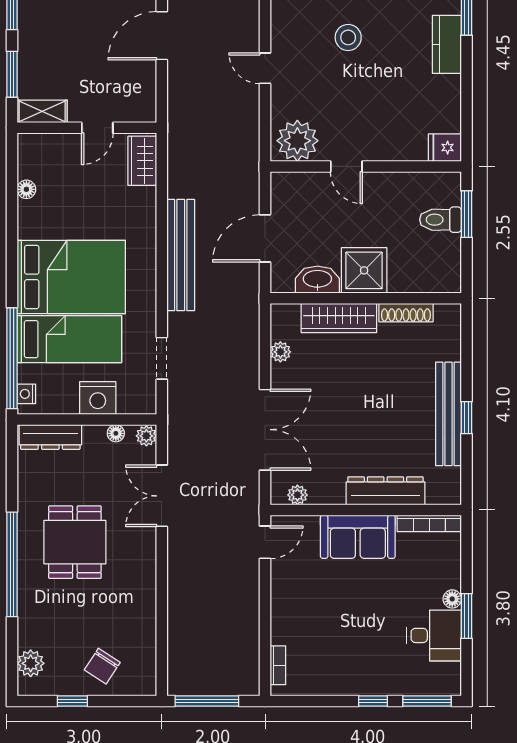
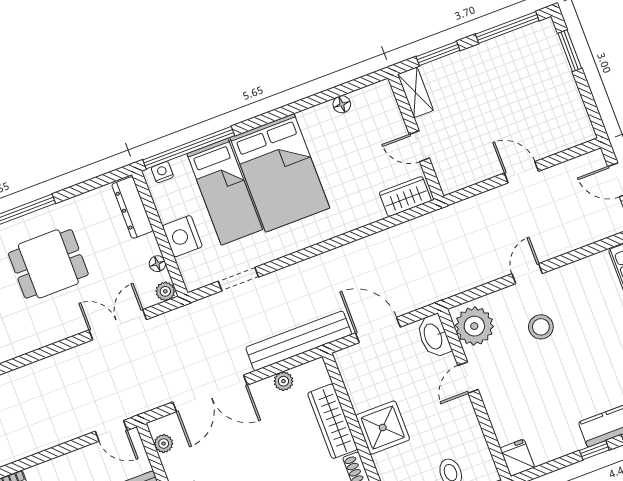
door: (162, 36) -> (521, 172), width x0.73
stool: (348, 37) -> (541, 327), moved
window: (466, 68) -> (594, 450), added
bench: (181, 255) -> (299, 341), moved
washbasin: (317, 280) -> (434, 336), moved, turned 180

